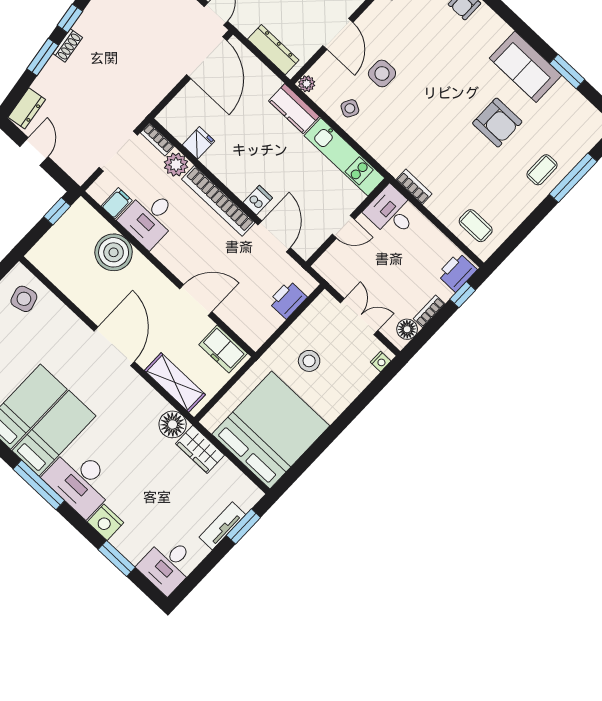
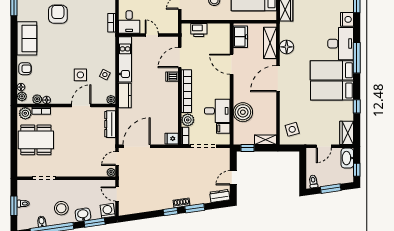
sofa: (525, 67) -> (27, 38), moved
fridge: (198, 143) -> (172, 139), moved
shelving: (45, 247) -> (265, 140), added
floor lamp: (173, 424) -> (287, 47), moved

